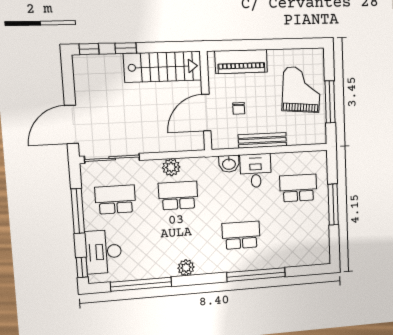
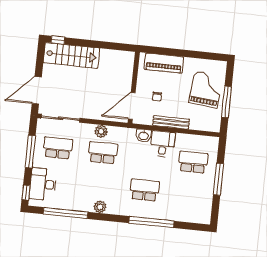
window: (126, 48) -> (83, 43), removed
stairs: (163, 67) -> (71, 55), moved
door: (206, 113) -> (132, 106), moved

